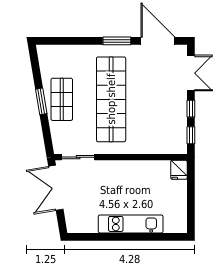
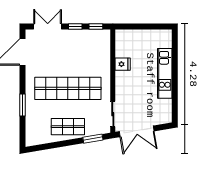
window: (117, 41) -> (23, 105), moved
window: (41, 101) -> (93, 139), moved
fridge: (179, 170) -> (123, 64), moved

